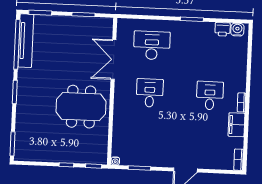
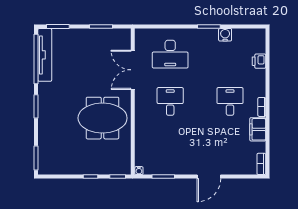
printer: (223, 29) -> (259, 61), moved, turned 90
water cooler: (237, 30) -> (225, 35), moved
desk: (152, 45) -> (170, 54), turned 180

